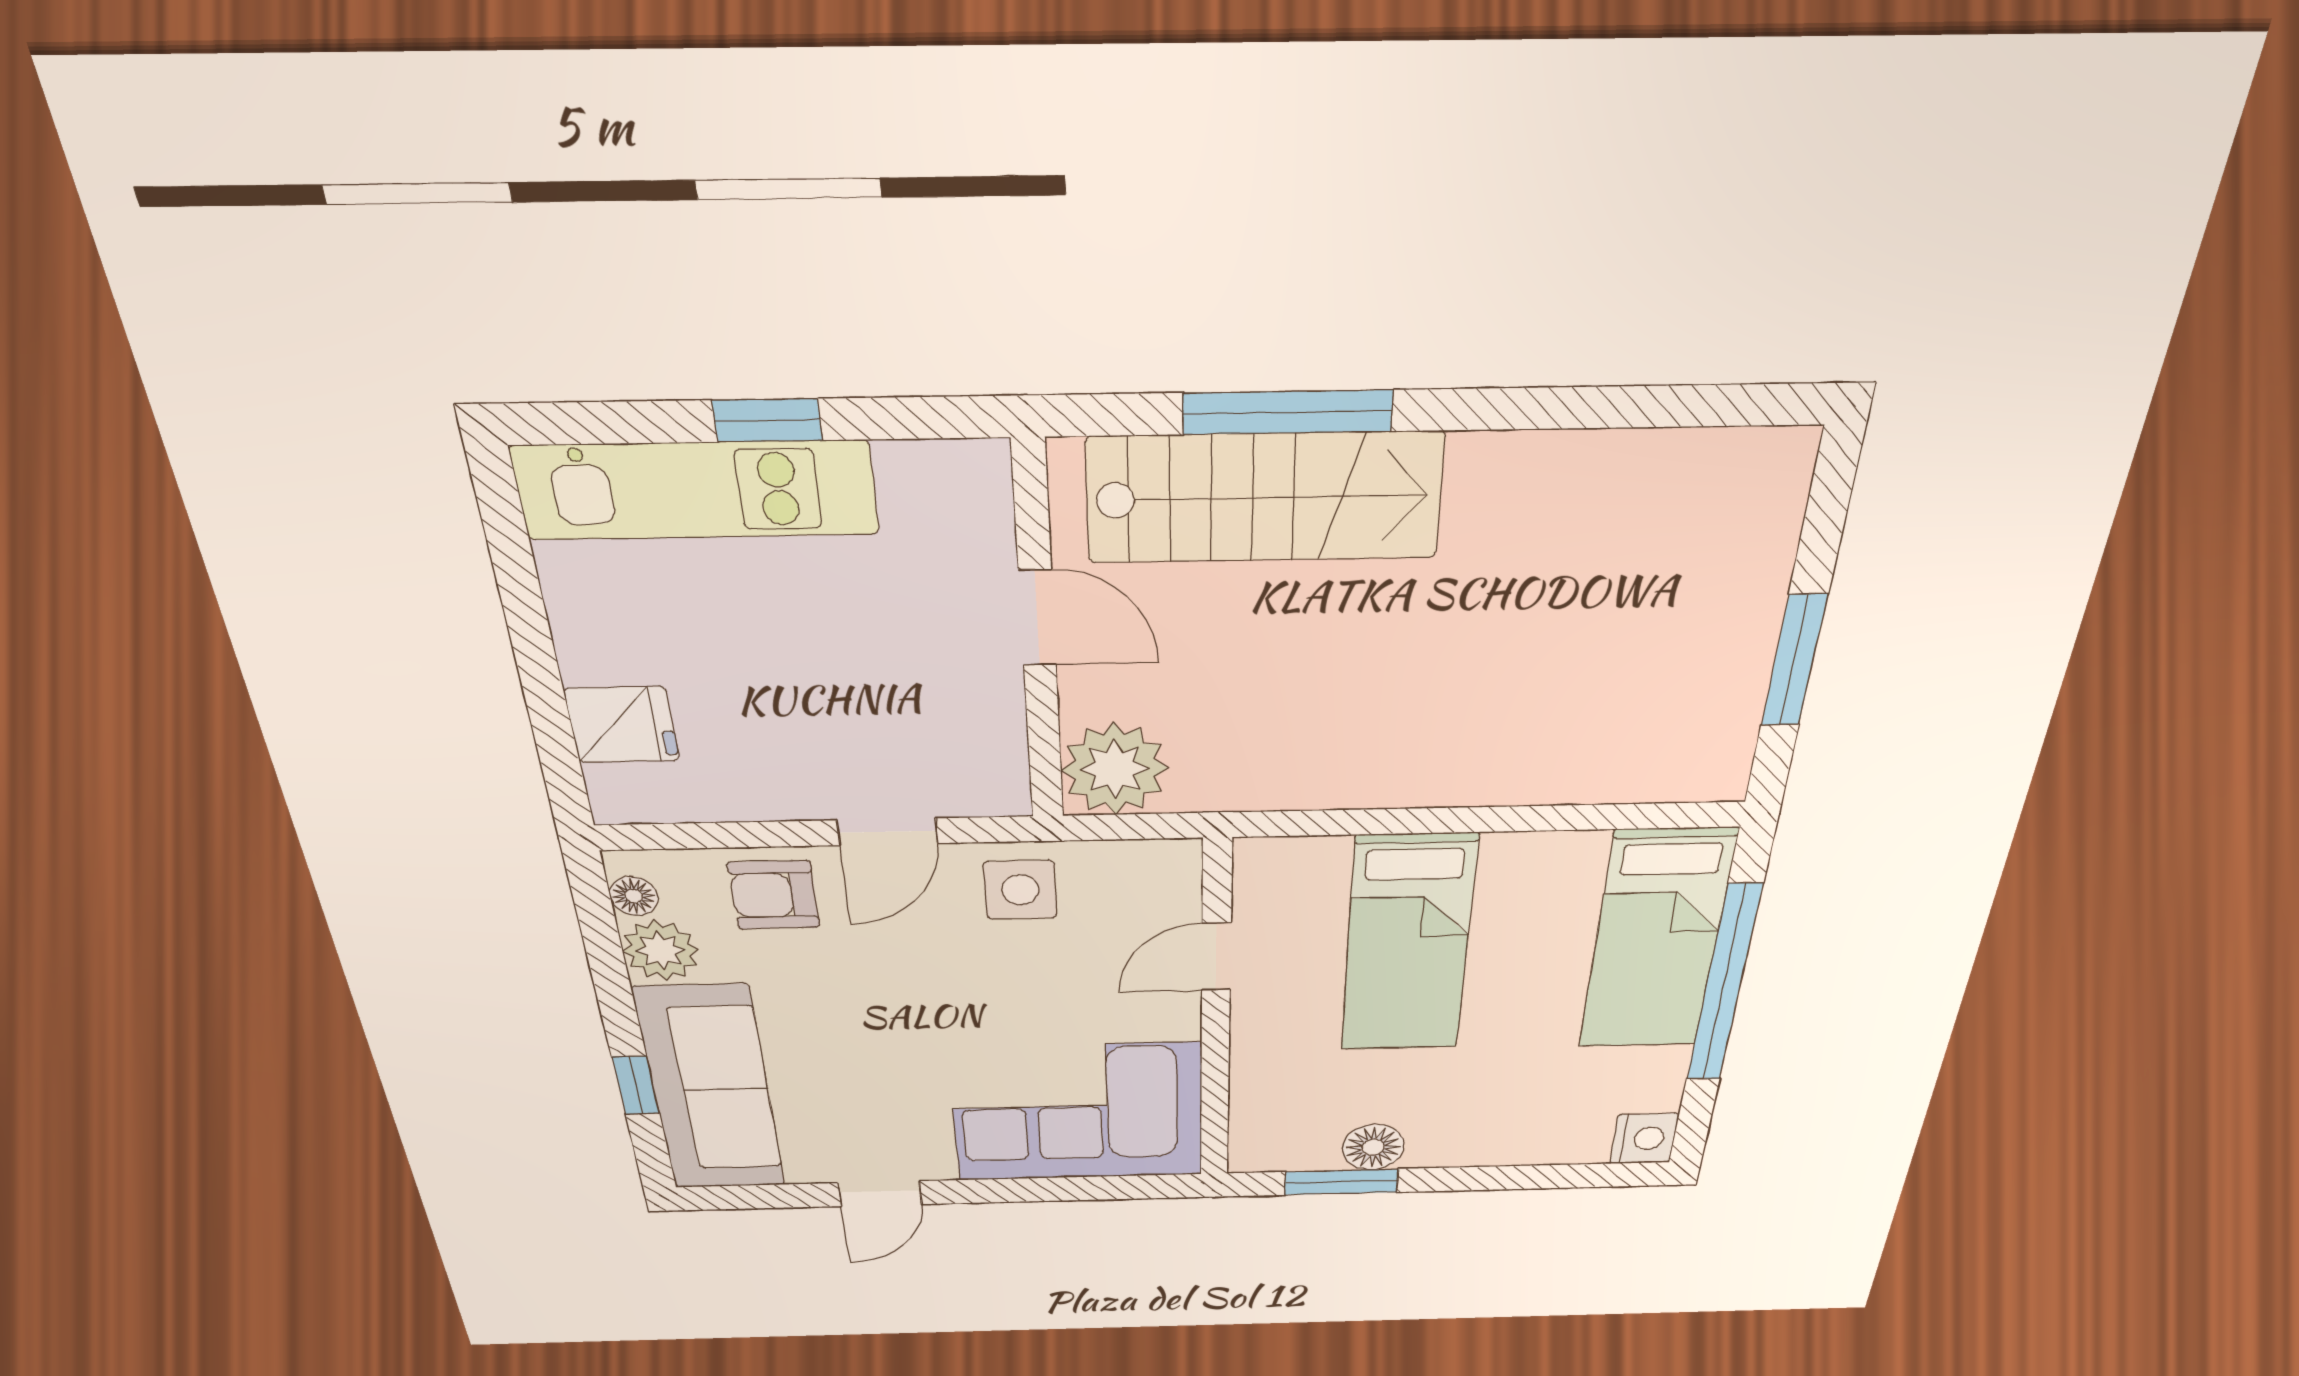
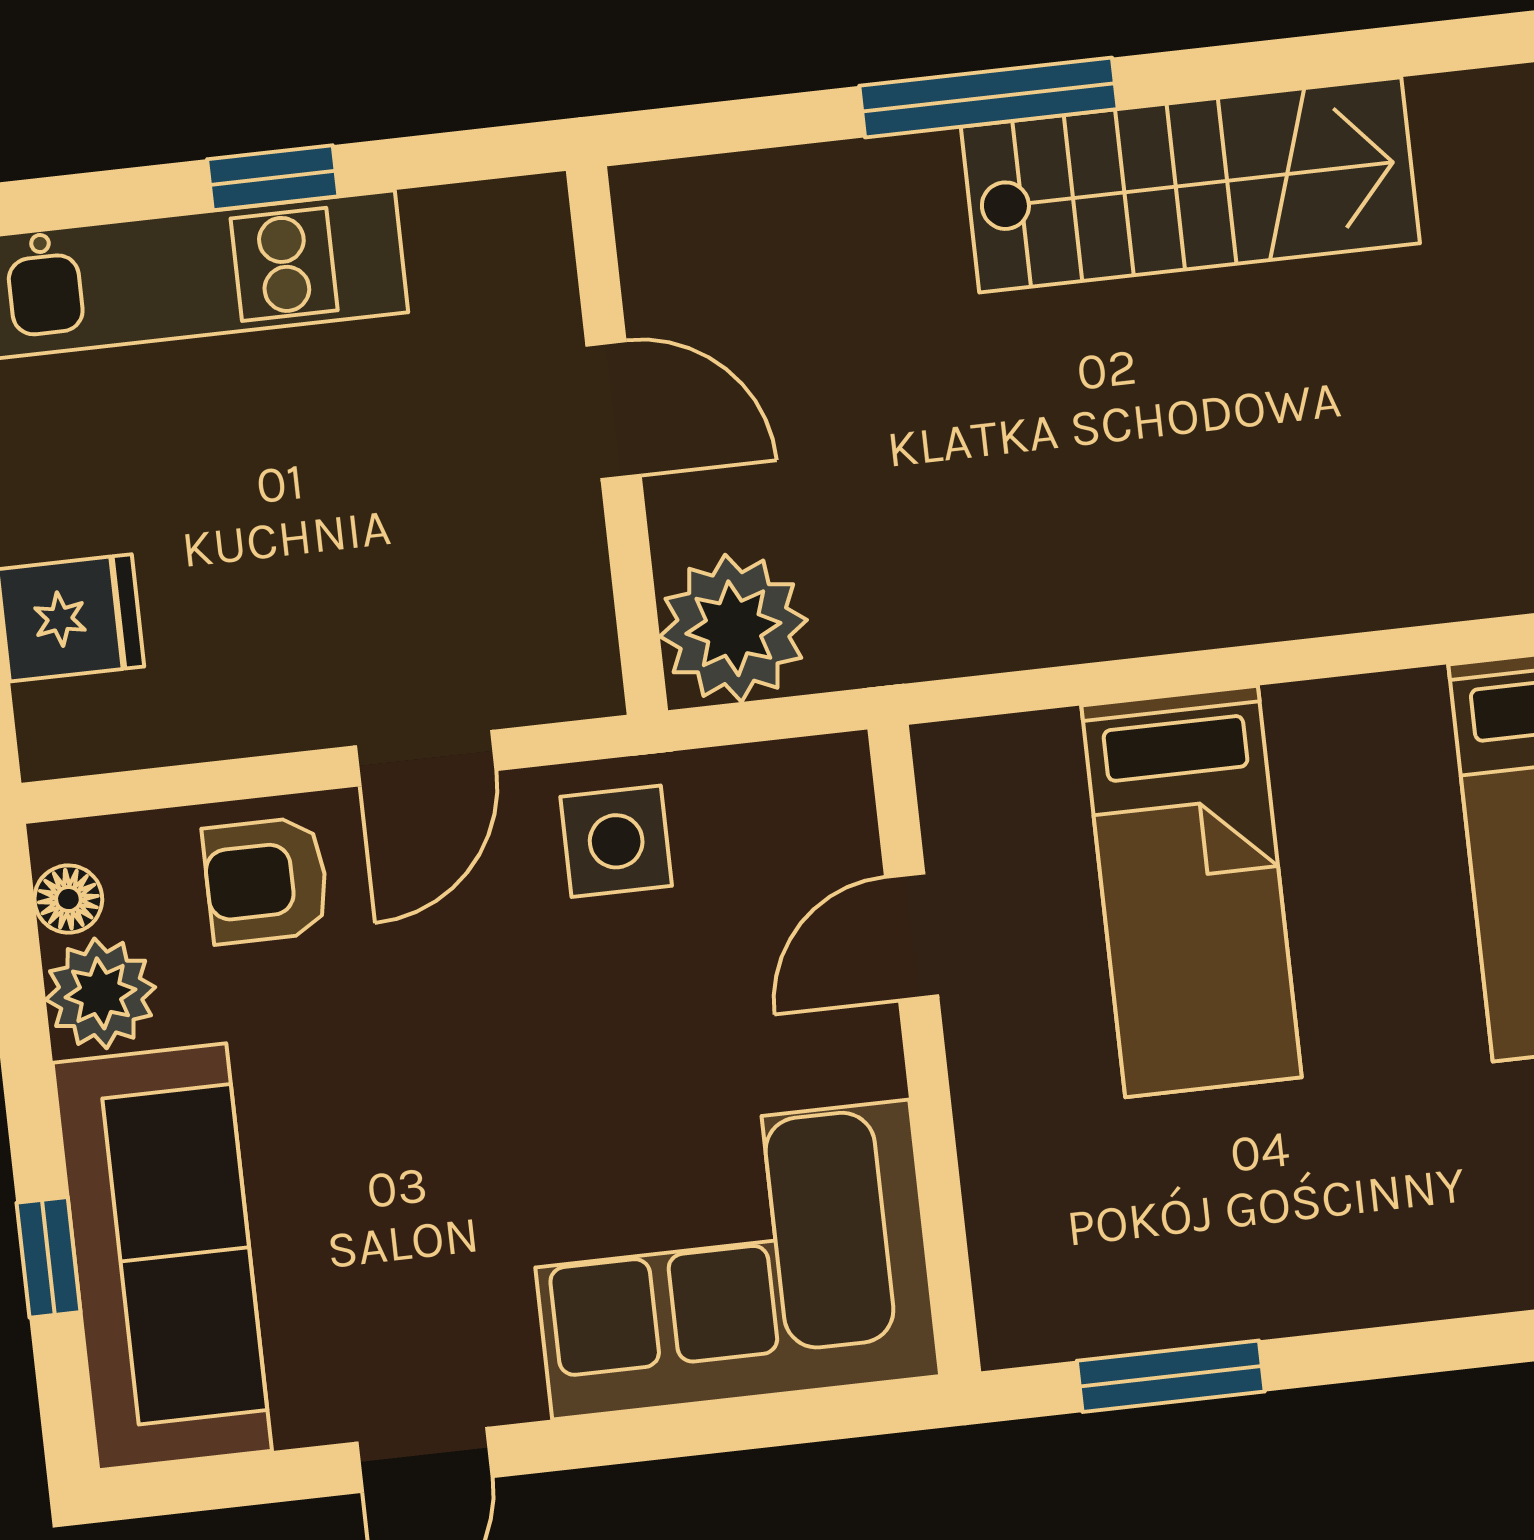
window: (1288, 412) -> (989, 97), moved
stairs: (1264, 498) -> (1190, 185), moved
floor lamp: (1373, 1147) -> (1209, 1296), removed

